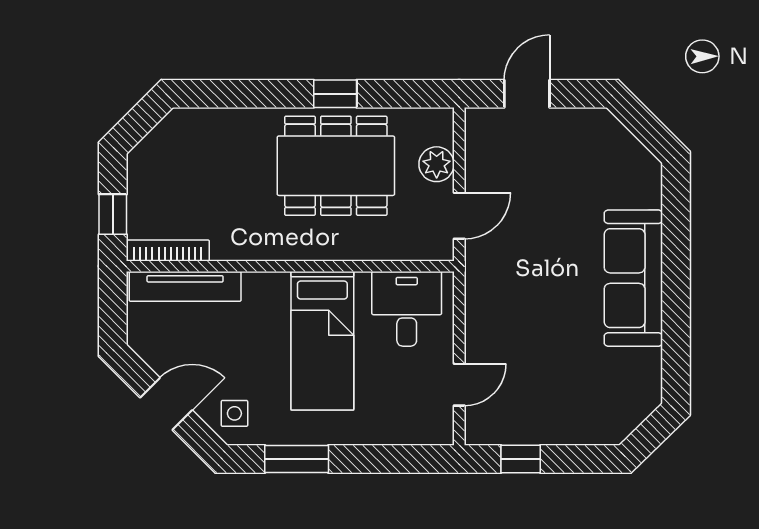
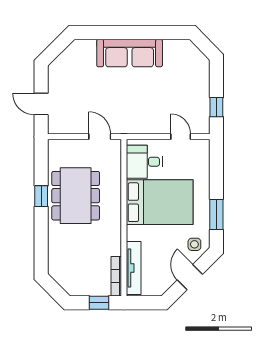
plant: (437, 164) -> (75, 147), removed
bed: (322, 341) -> (160, 202), width x1.50

